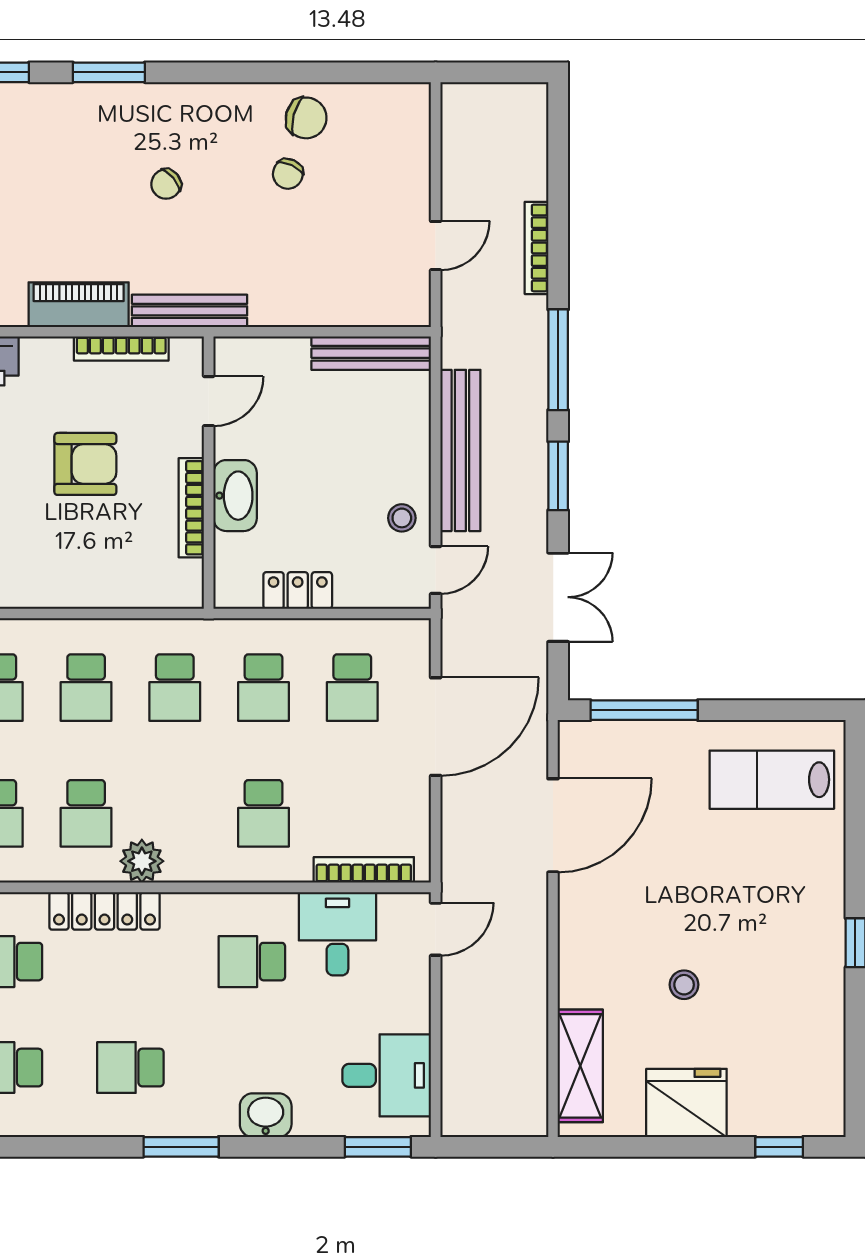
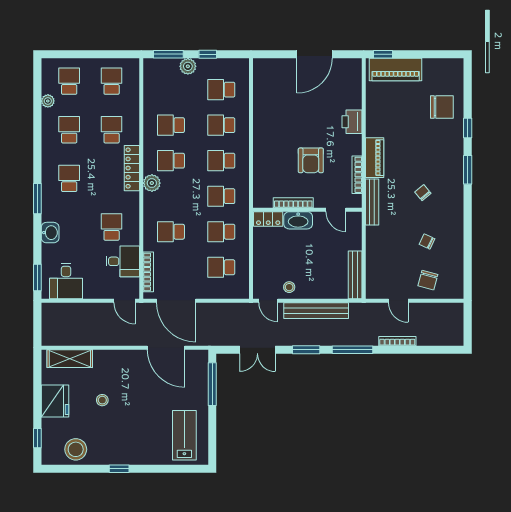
chair: (306, 118) -> (428, 280), moved
locker: (298, 590) -> (268, 219), moved, turned 90
door: (436, 727) -> (176, 301), moved
stool: (807, 1051) -> (76, 449), added

